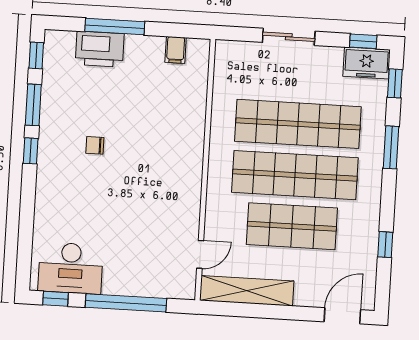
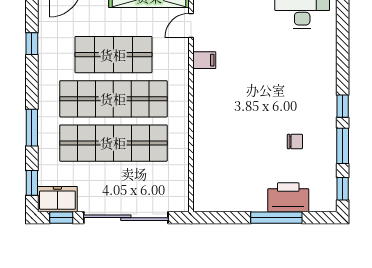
sliding door: (289, 37) -> (126, 218), width x1.86
filing cabinet: (176, 50) -> (204, 60), moved, turned 90
chair: (95, 145) -> (295, 142), moved

